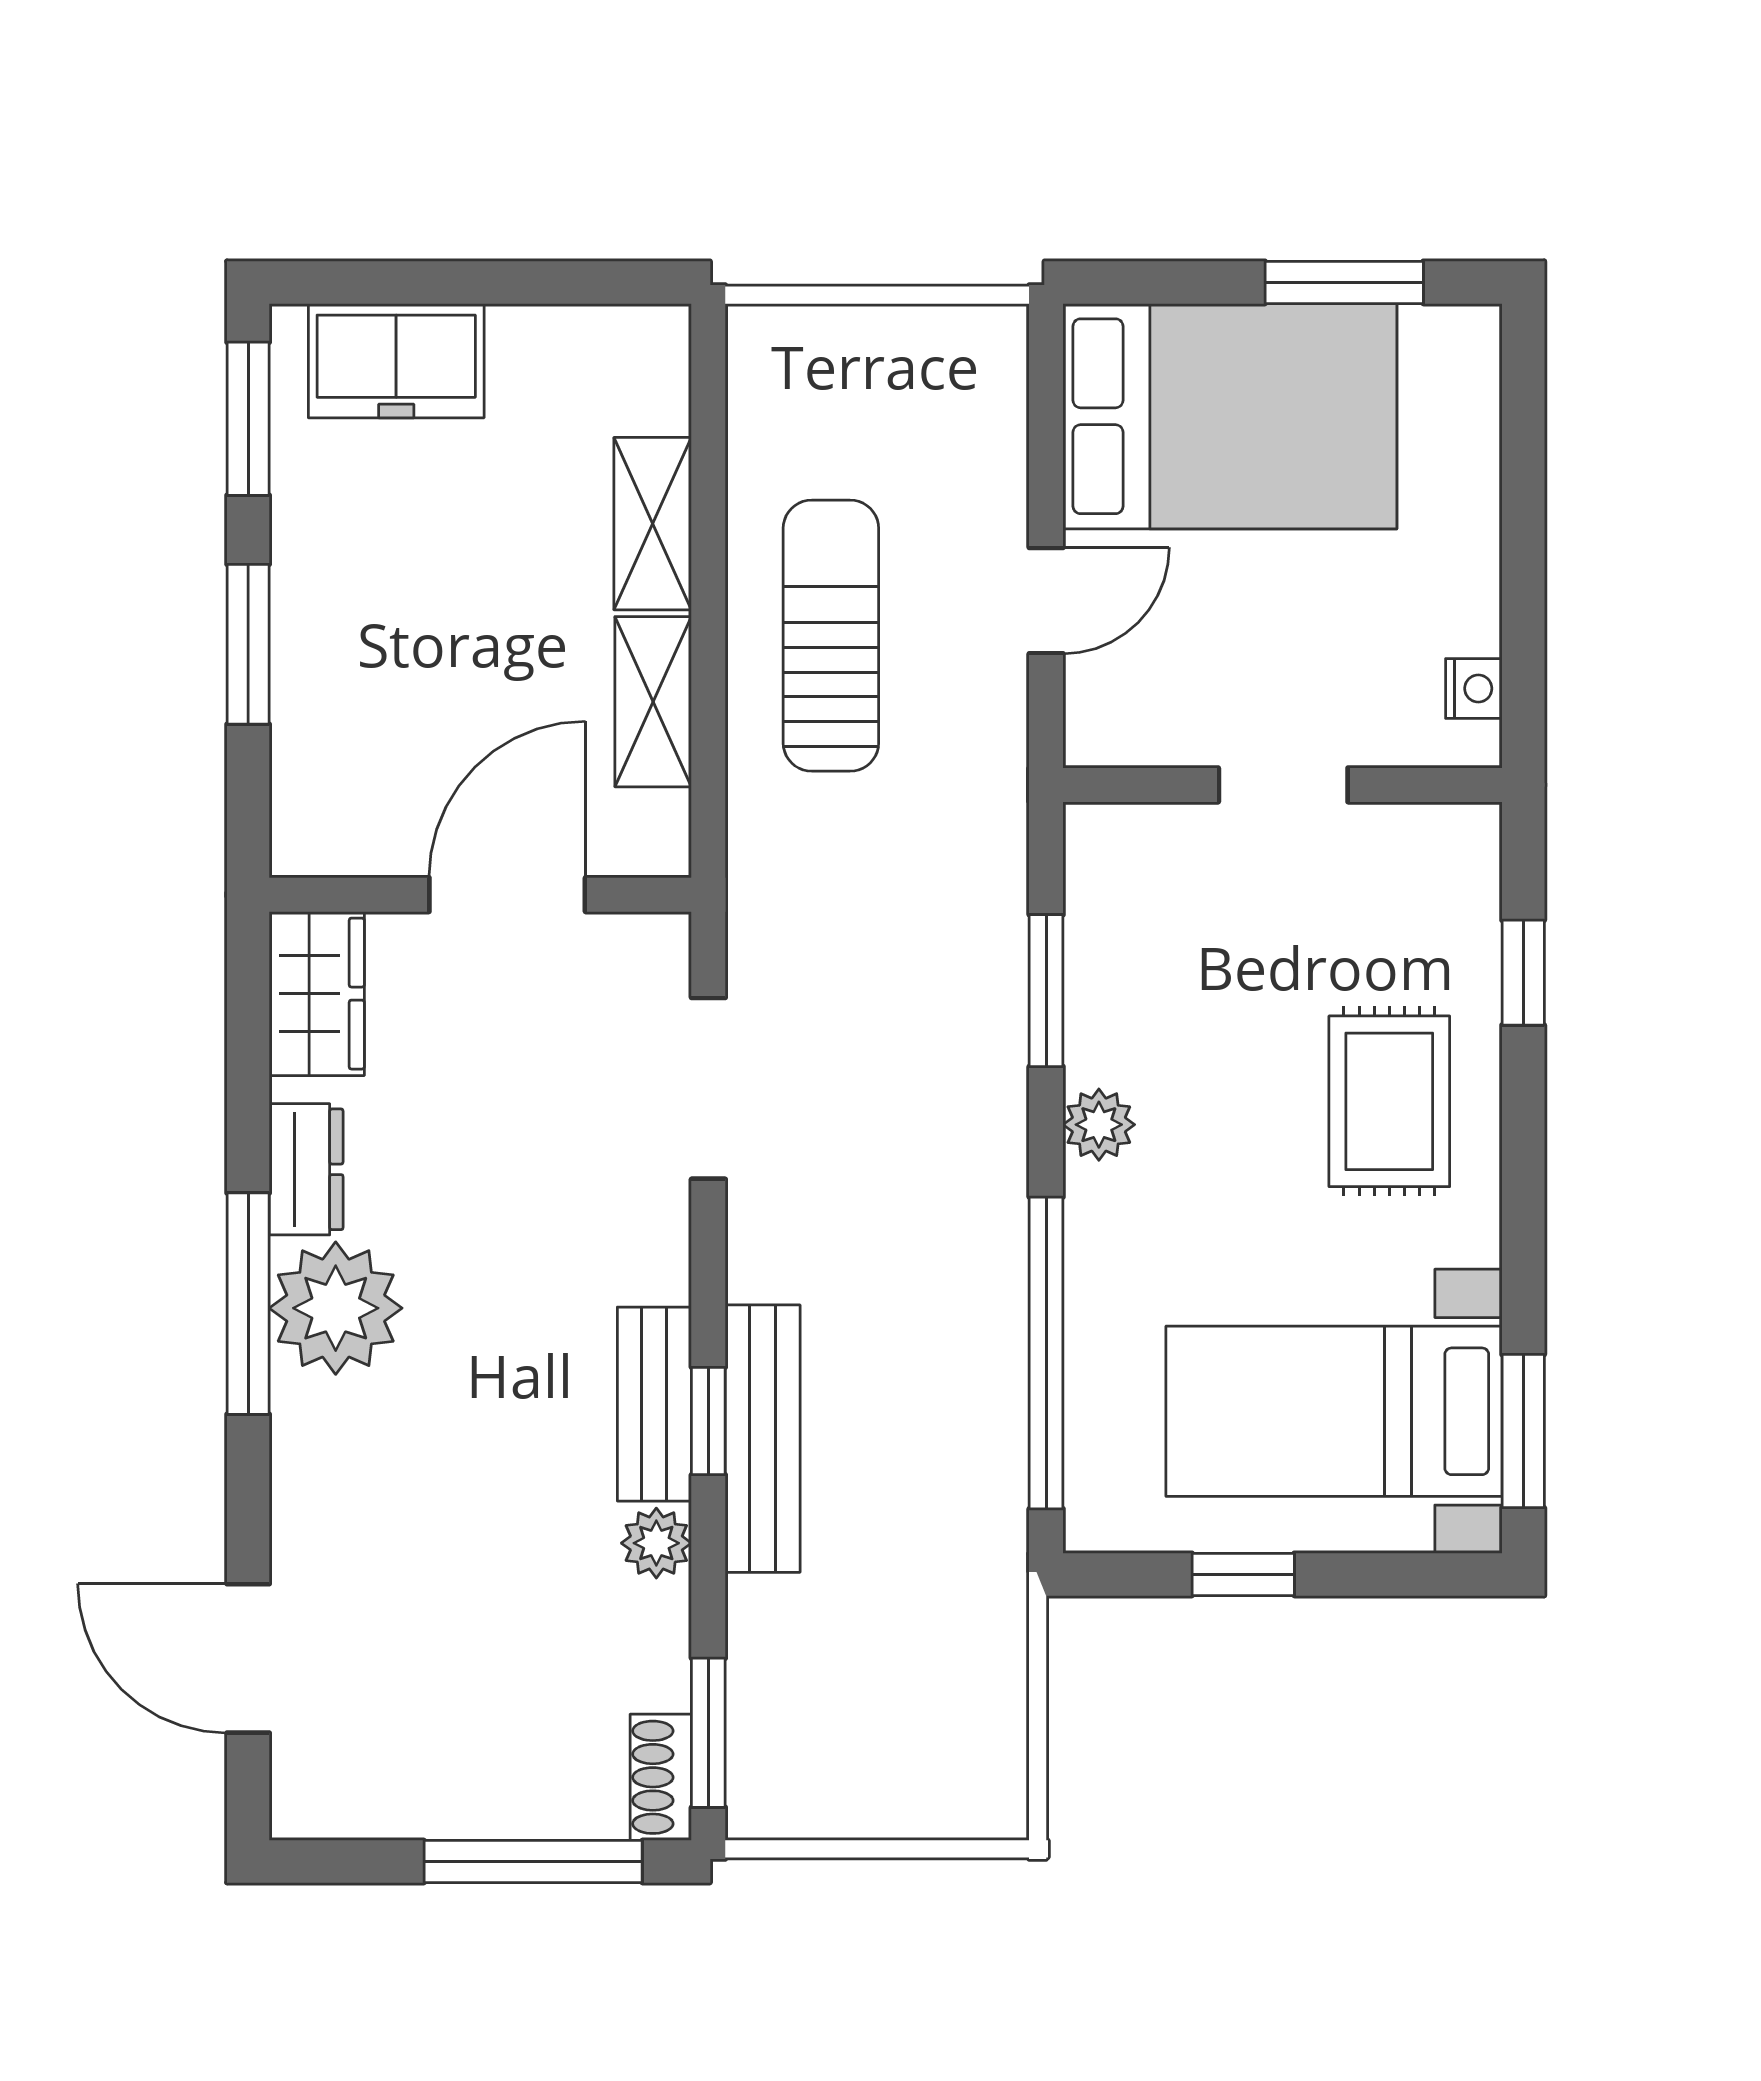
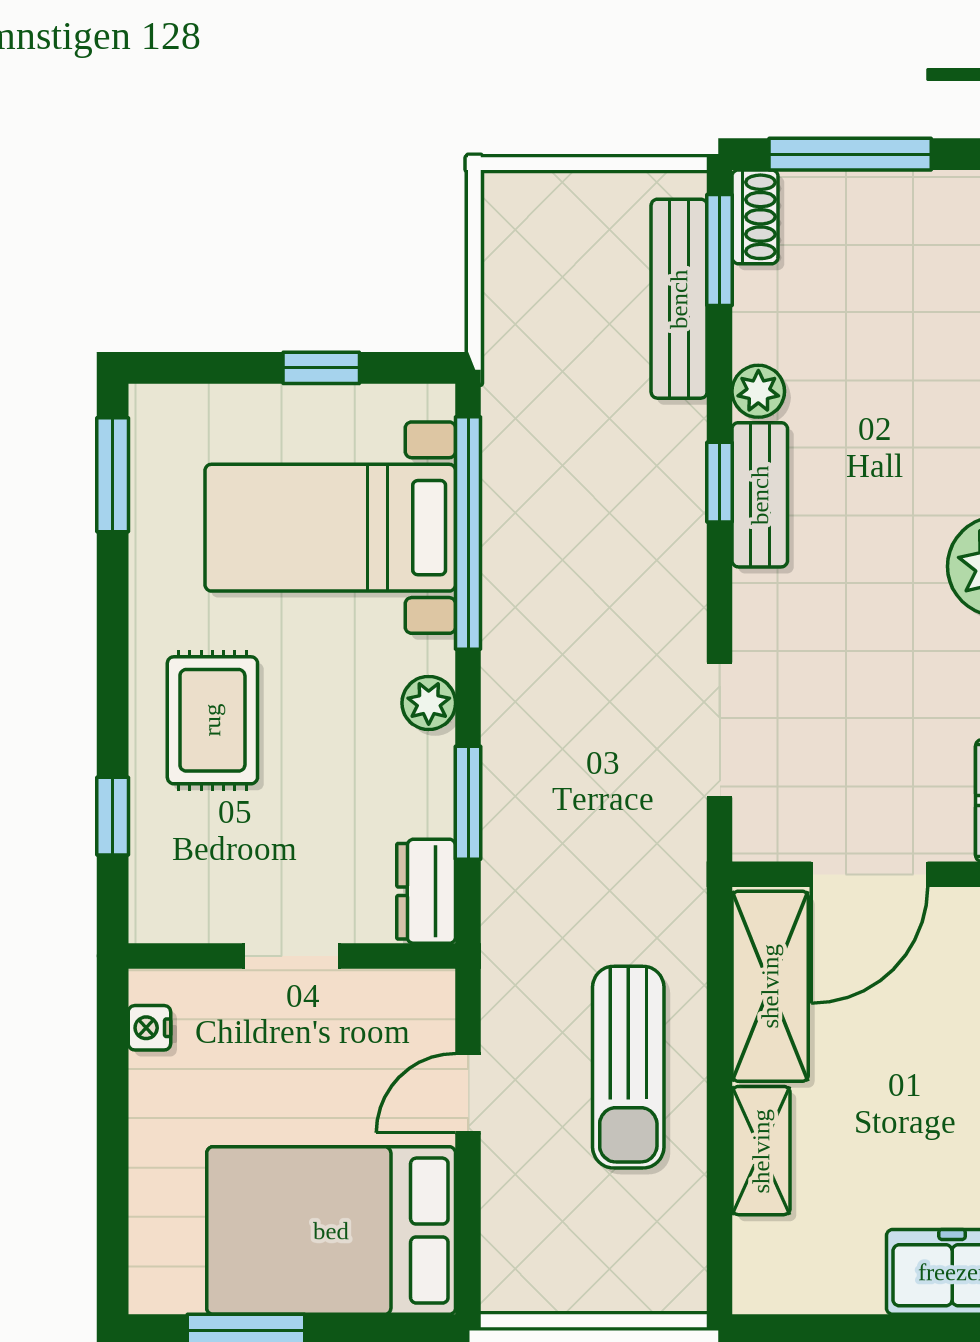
shelving: (653, 702) -> (770, 986), width x1.50, depth x1.33
dresser: (1102, 872) -> (426, 891), added
bed with nightstands: (1334, 1411) -> (330, 528), moved, turned 180
bench: (763, 1439) -> (679, 299), moved

